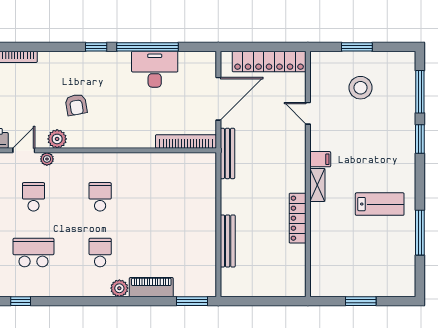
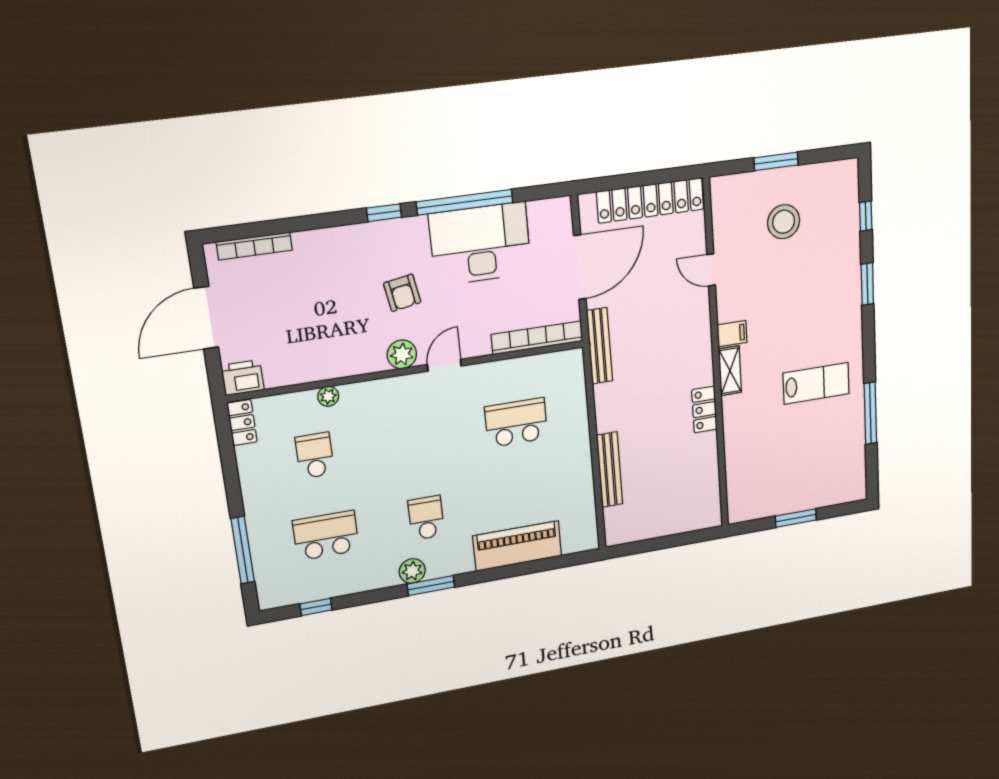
desk: (155, 69) -> (480, 244), width x1.36, depth x1.30
window: (420, 92) -> (866, 216), width x0.46
armchair: (76, 105) -> (402, 293), moved
plant: (57, 139) -> (402, 354), moved
door: (24, 150) -> (444, 365), moved
school desk: (100, 197) -> (516, 423), moved, width x1.85
locker: (298, 218) -> (704, 410), width x0.66
piano: (151, 287) -> (517, 546), width x1.37, depth x1.33
plant: (119, 288) -> (412, 571), moved
window: (192, 301) -> (431, 586), moved

